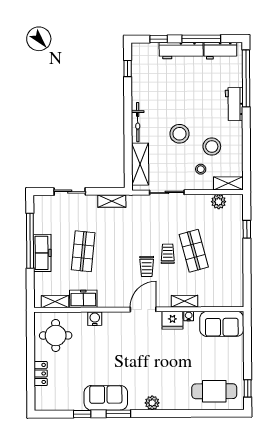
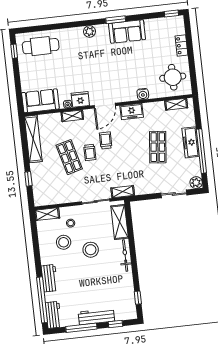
workbench: (220, 51) -> (53, 315), moved, turned 90
shelving: (112, 201) -> (123, 192), moved
plant: (219, 202) -> (196, 183), moved
shelving: (236, 278) -> (33, 139), added
freezer: (83, 299) -> (132, 111), moved
window: (82, 414) -> (171, 14), moved

